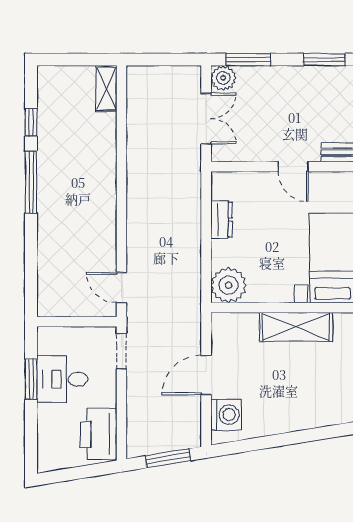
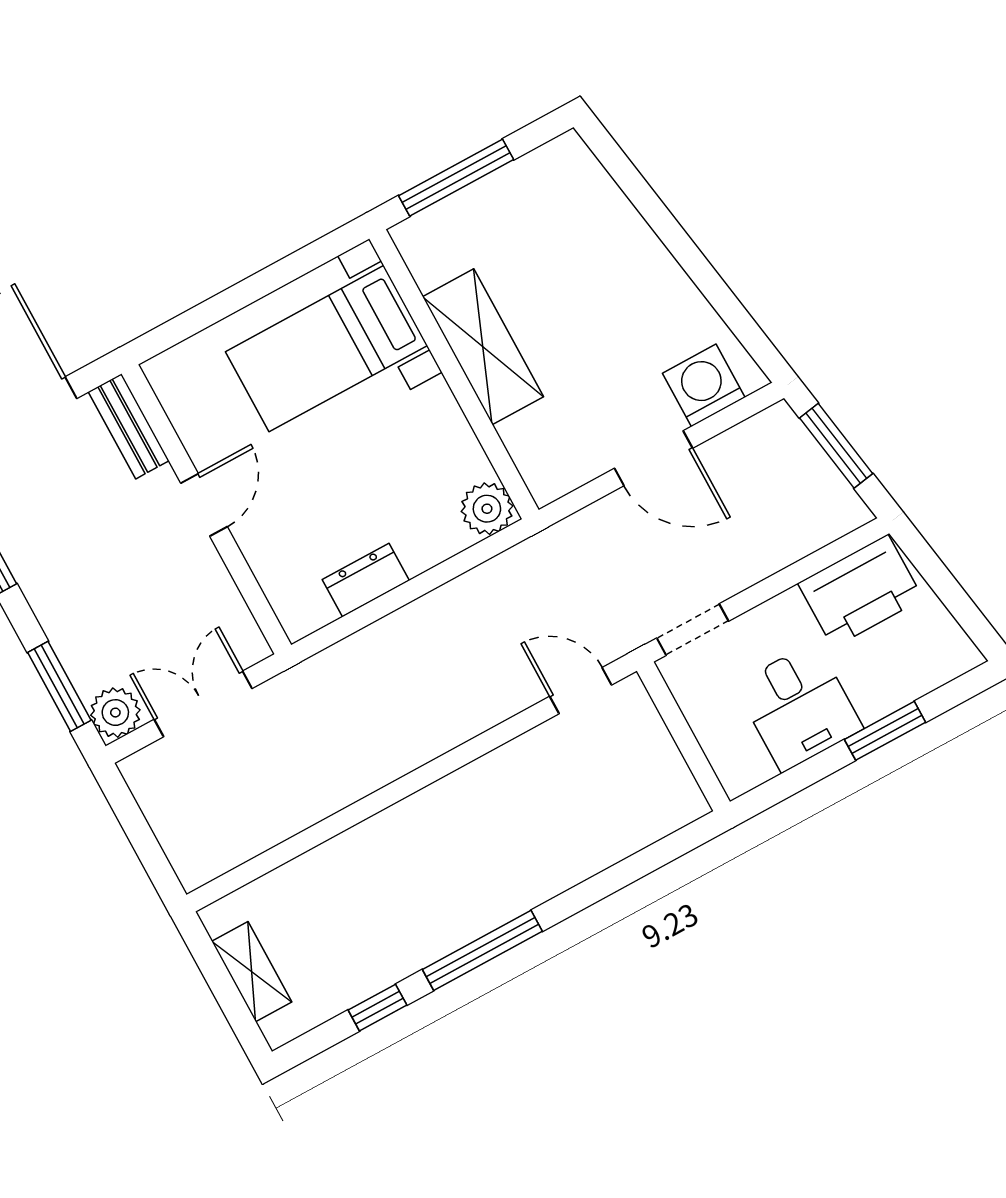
shelving: (106, 88) -> (252, 972), moved, turned 90
plant: (229, 285) -> (487, 509), width x0.73, depth x0.73
door: (121, 287) -> (581, 691), swing flipped
window: (31, 379) -> (885, 731), moved

